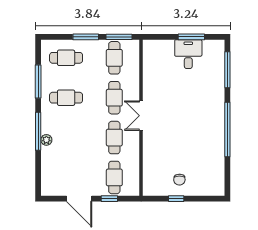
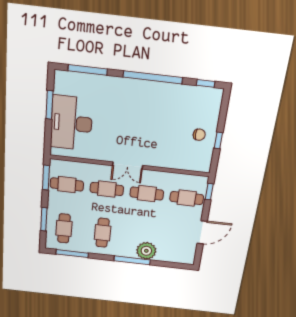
window: (86, 37) -> (44, 219), moved
desk: (188, 54) -> (72, 123), width x1.87, depth x1.30
window: (38, 81) -> (72, 254), moved
plant: (46, 140) -> (146, 251), width x1.88, depth x1.88
window: (227, 178) -> (206, 83), added
window: (109, 199) -> (209, 192), moved

